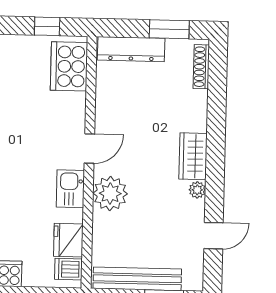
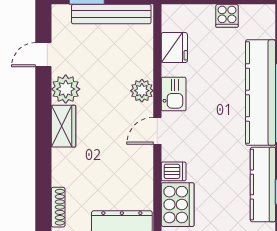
plant: (197, 190) -> (66, 89), width x1.88, depth x1.88
plant: (110, 193) -> (142, 91), width x0.73, depth x0.73
dishwasher: (68, 269) -> (174, 171), moved

